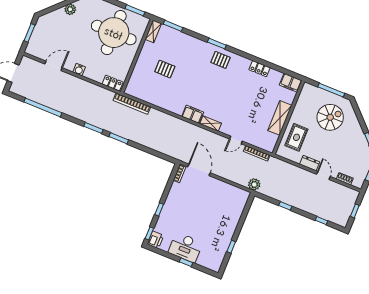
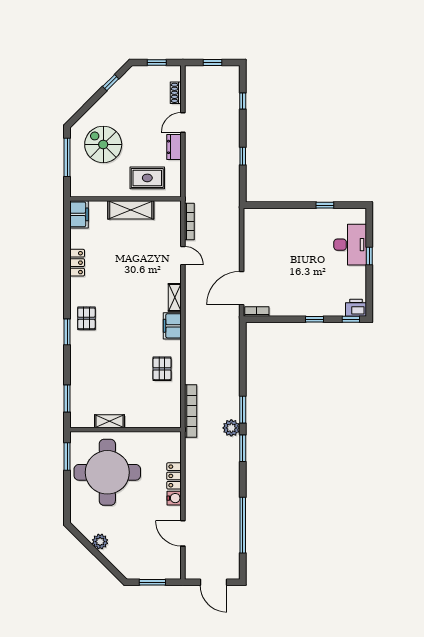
shelving: (153, 31) -> (109, 421), moved
pallet: (165, 69) -> (162, 369), moved
locker: (113, 83) -> (174, 476), moved
plant: (254, 184) -> (231, 428), moved
desk: (185, 247) -> (350, 245), moved

